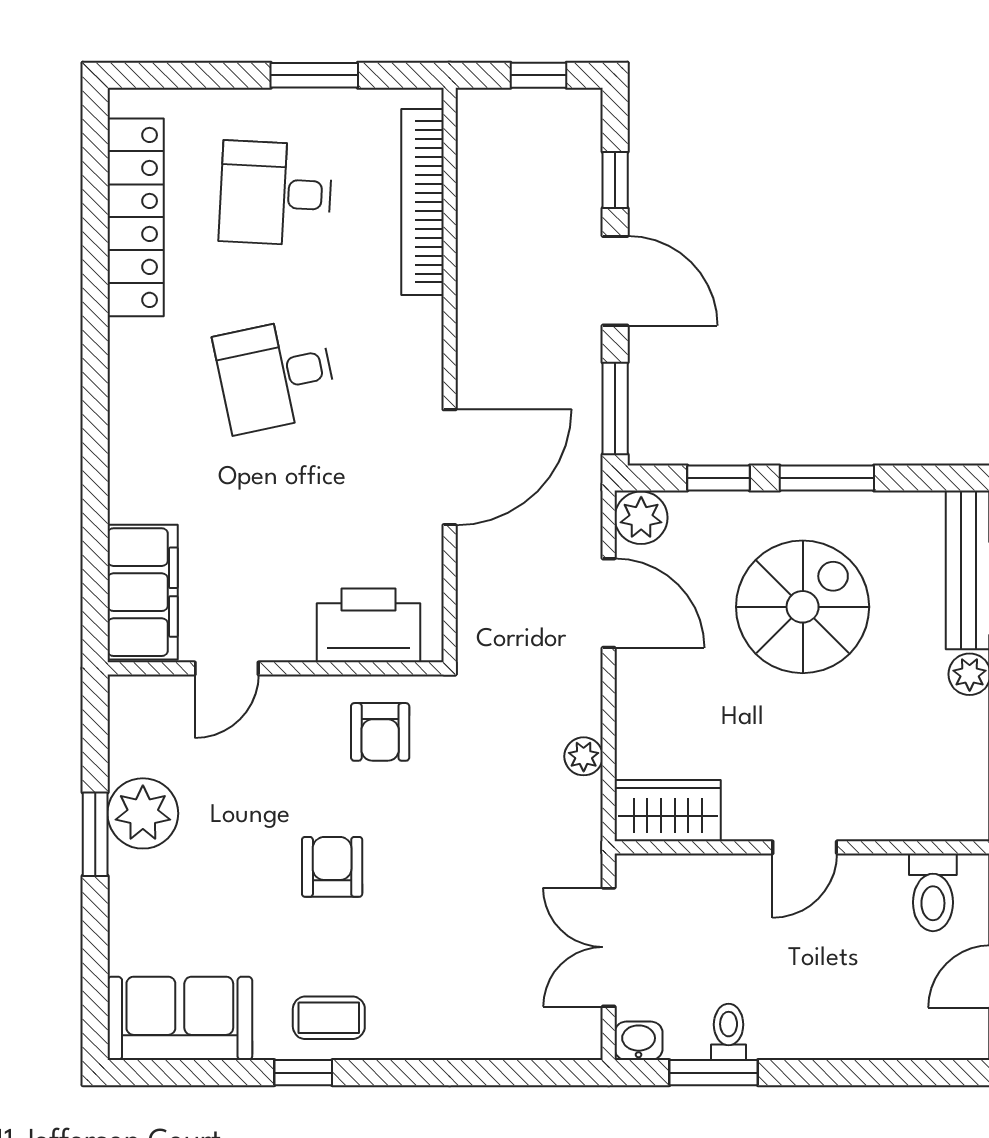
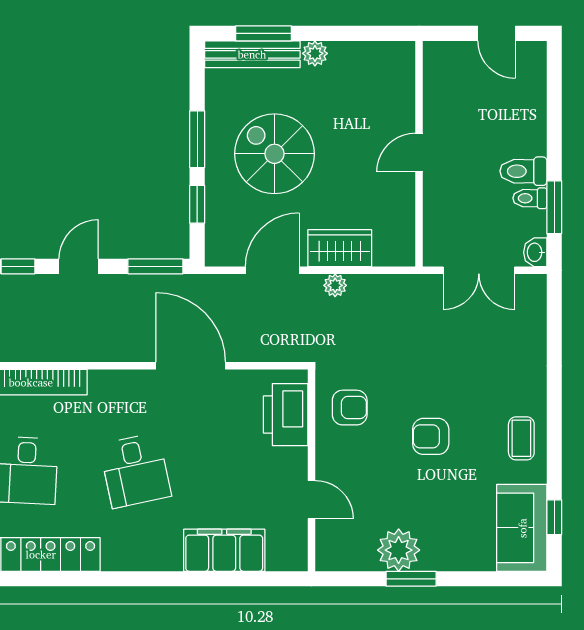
door: (615, 281) -> (79, 266), width x0.73
plant: (641, 518) -> (221, 251), removed
filing cabinet: (143, 592) -> (224, 550), moved
plant: (584, 756) -> (335, 285), moved
wardrobe: (668, 811) -> (340, 248), moved, turned 90
door: (805, 847) -> (419, 152), swing flipped
toilet: (933, 892) -> (523, 171), moved, turned 180
window: (303, 1073) -> (554, 517), moved

